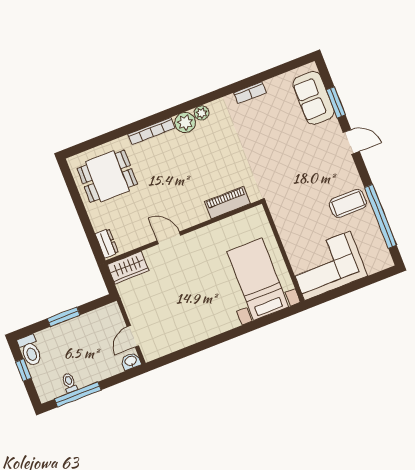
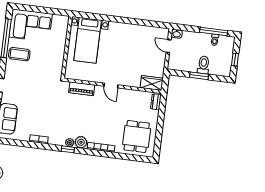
window: (199, 101) -> (68, 149), added
dining table: (107, 176) -> (137, 136), turned 90
door: (169, 238) -> (111, 86), moved
corner sofa: (327, 266) -> (31, 25), moved
door: (133, 336) -> (169, 46), swing flipped
toilet: (30, 350) -> (203, 65), moved

